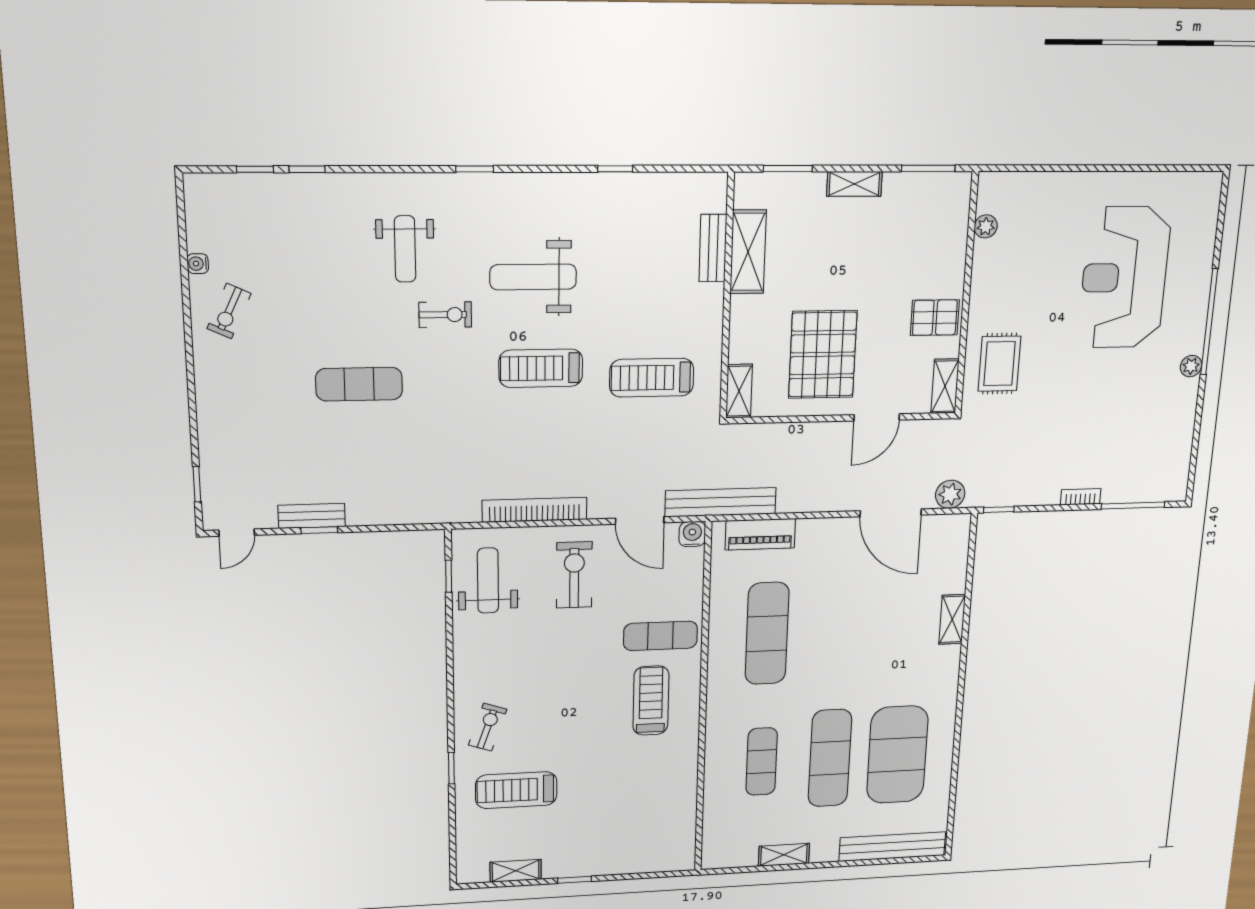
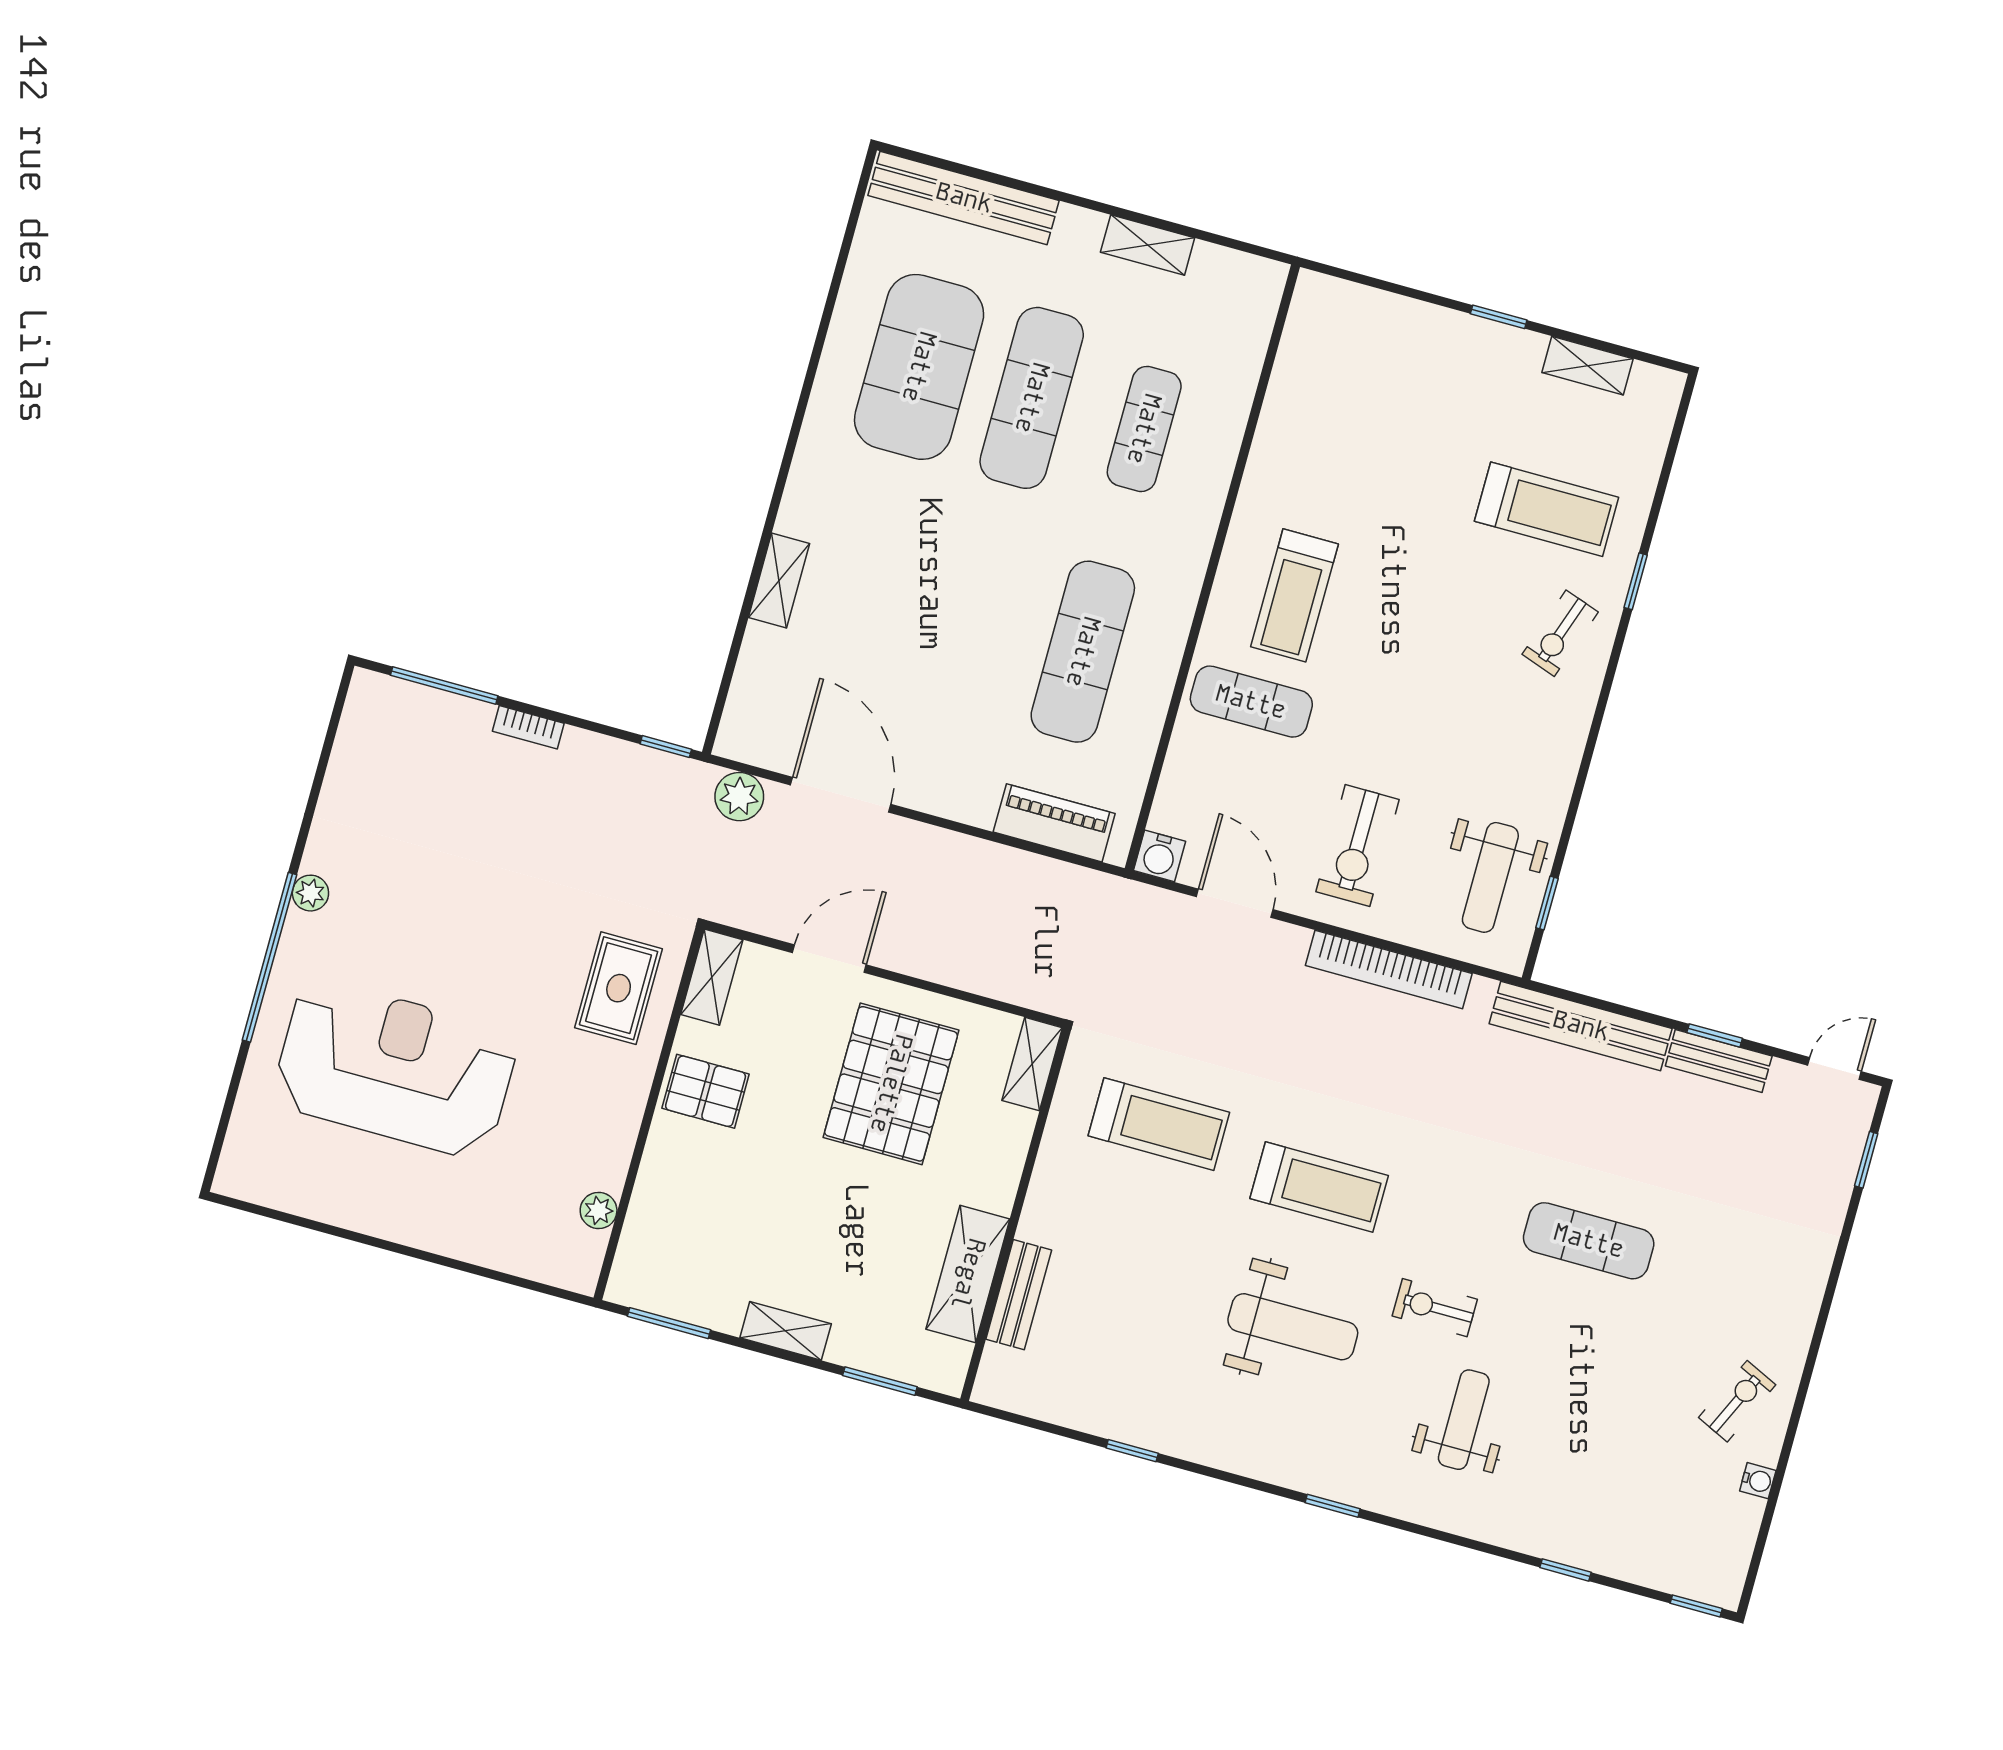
window: (255, 169) -> (1696, 1606), moved
reception desk: (1124, 278) -> (395, 1068), turned -90
bench: (721, 502) -> (1581, 1026), moved

